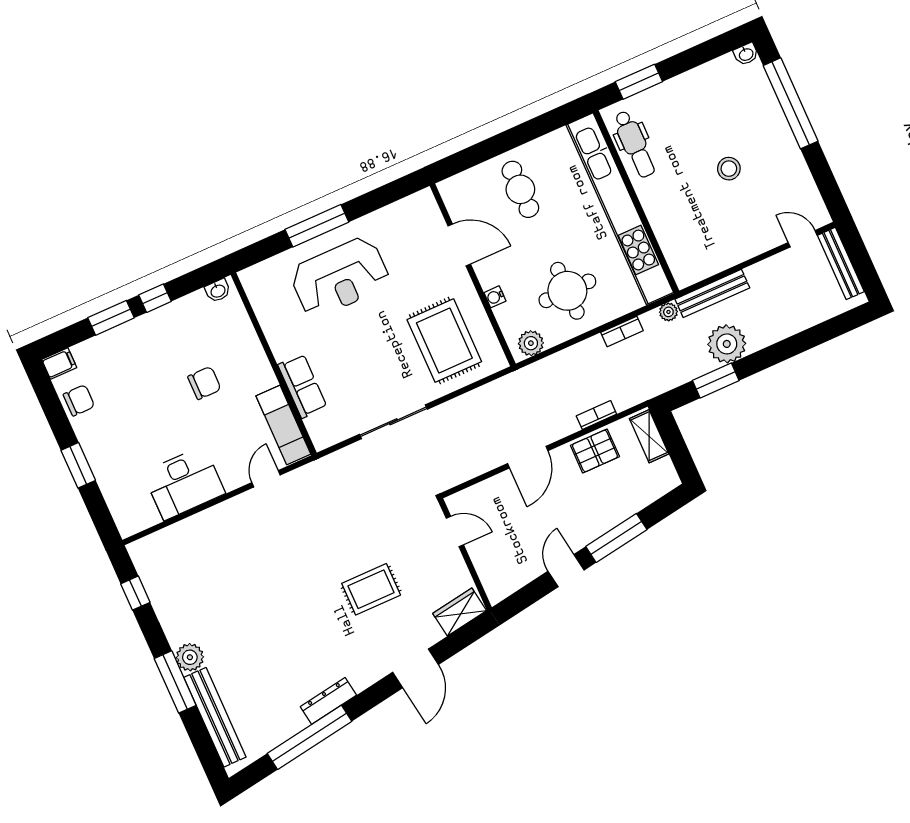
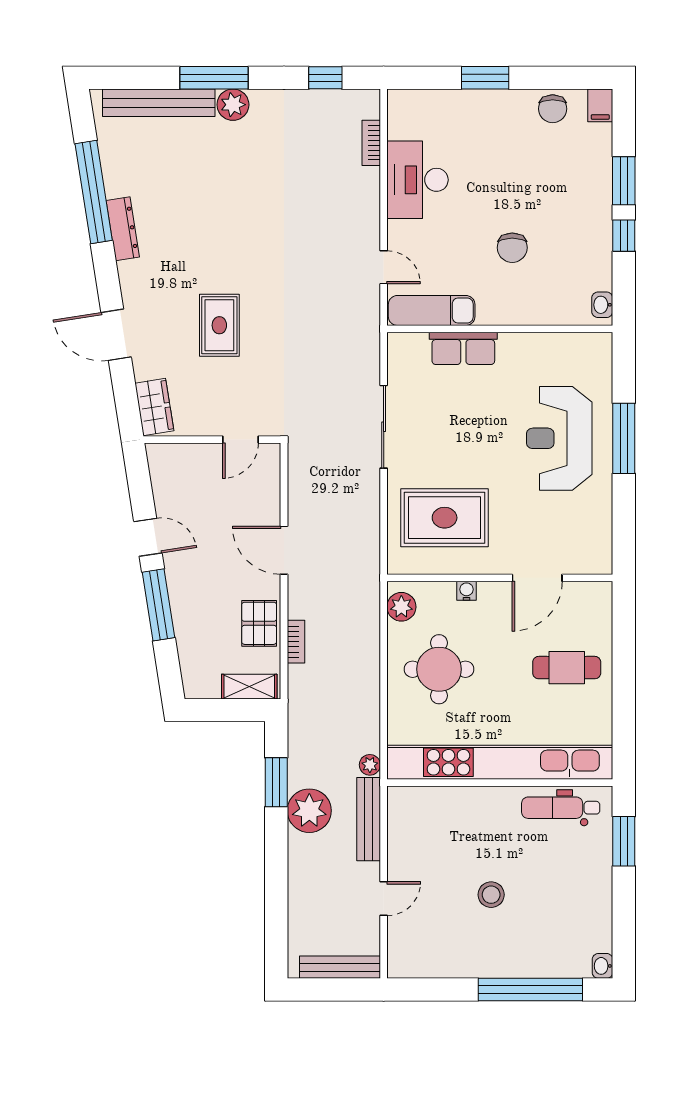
door: (803, 239) -> (384, 899), moved
bookcase: (622, 331) -> (371, 143), moved

